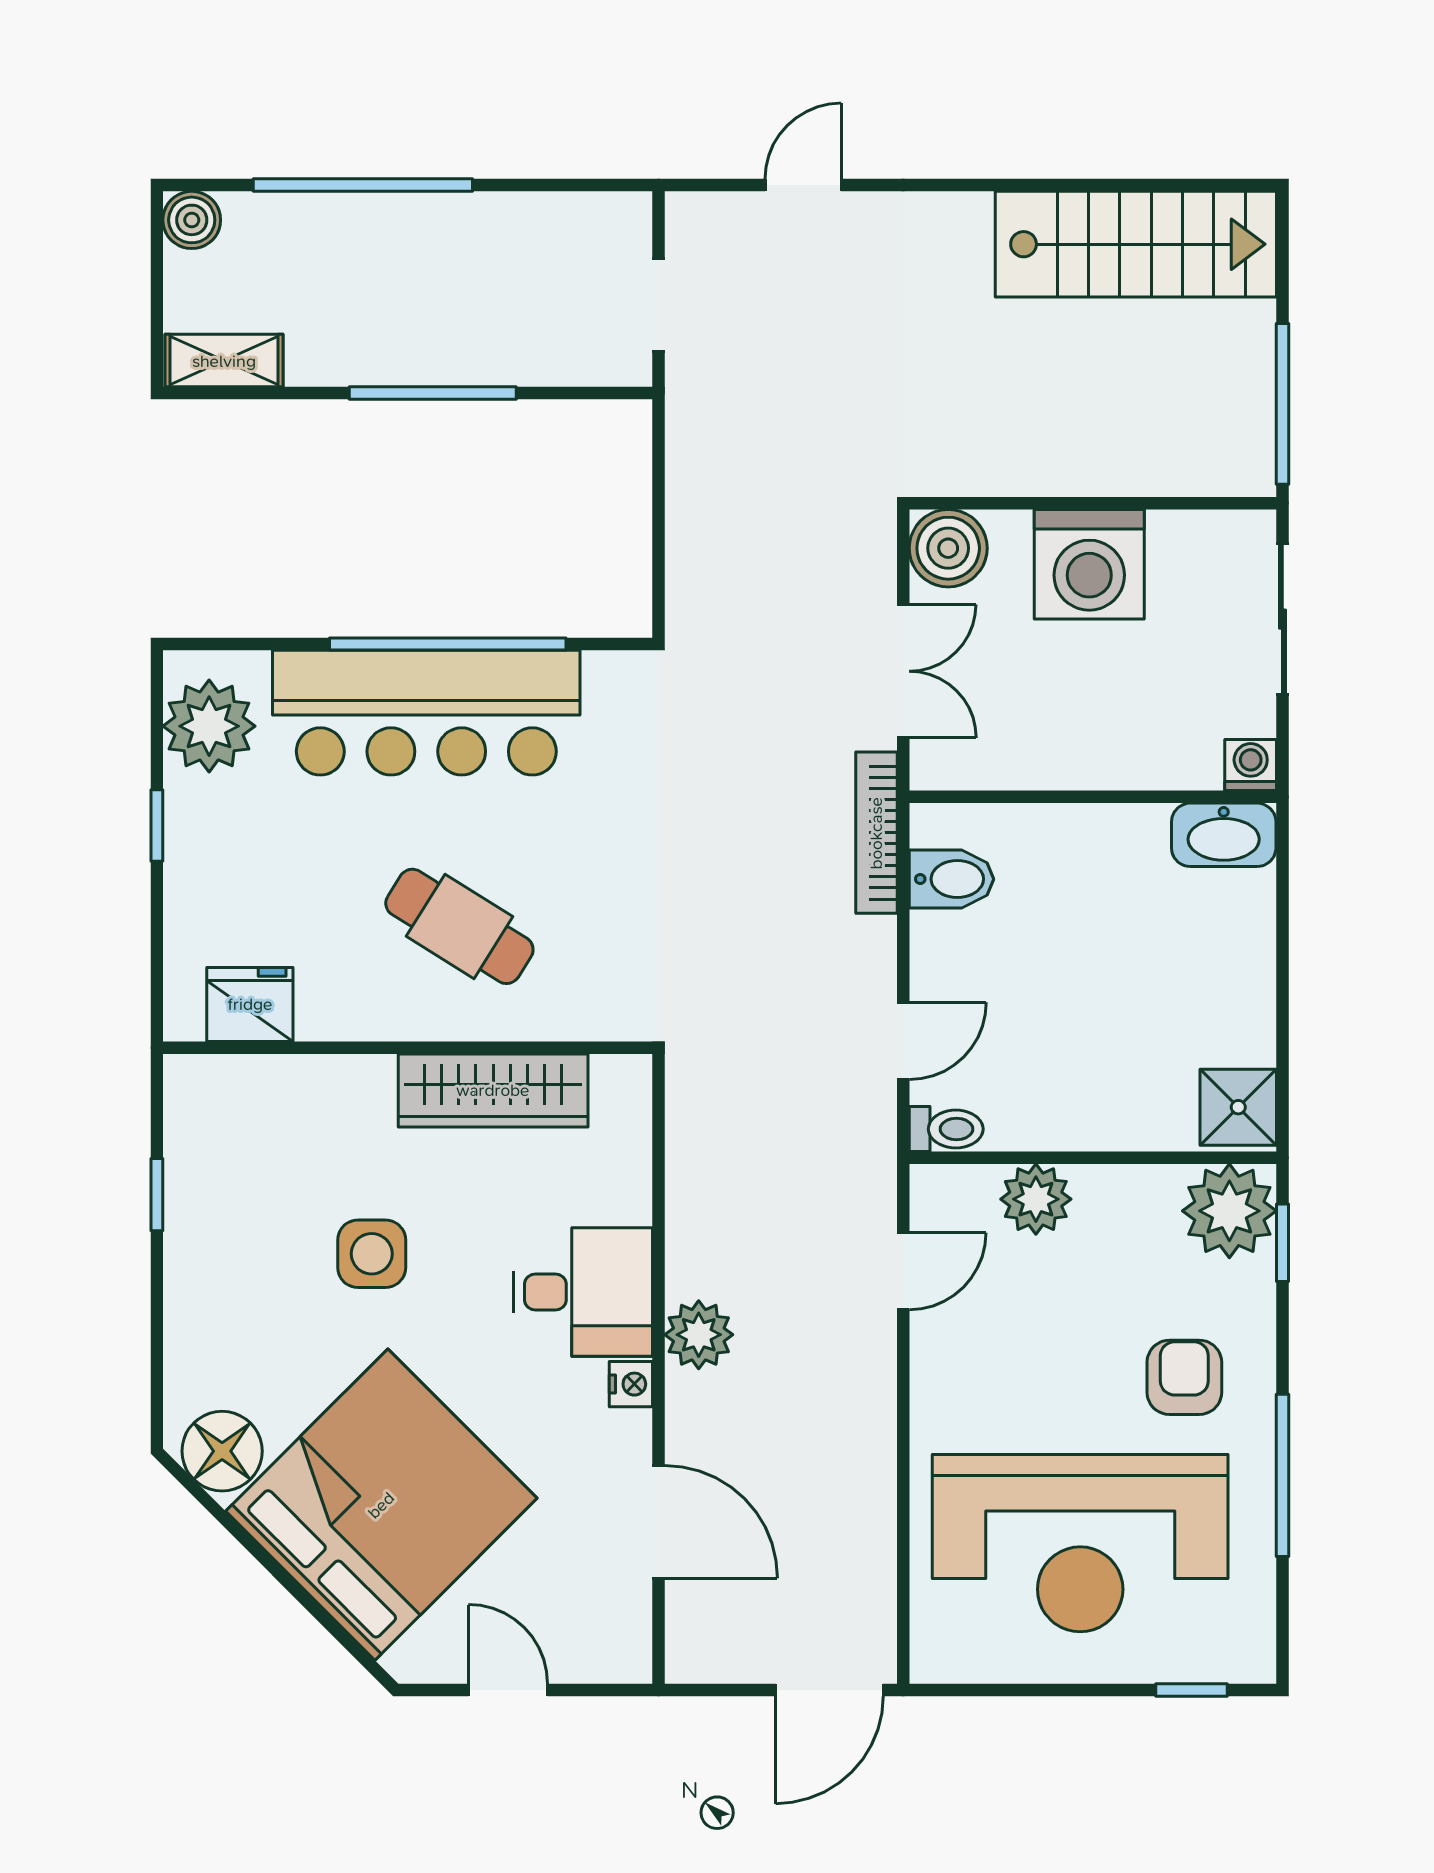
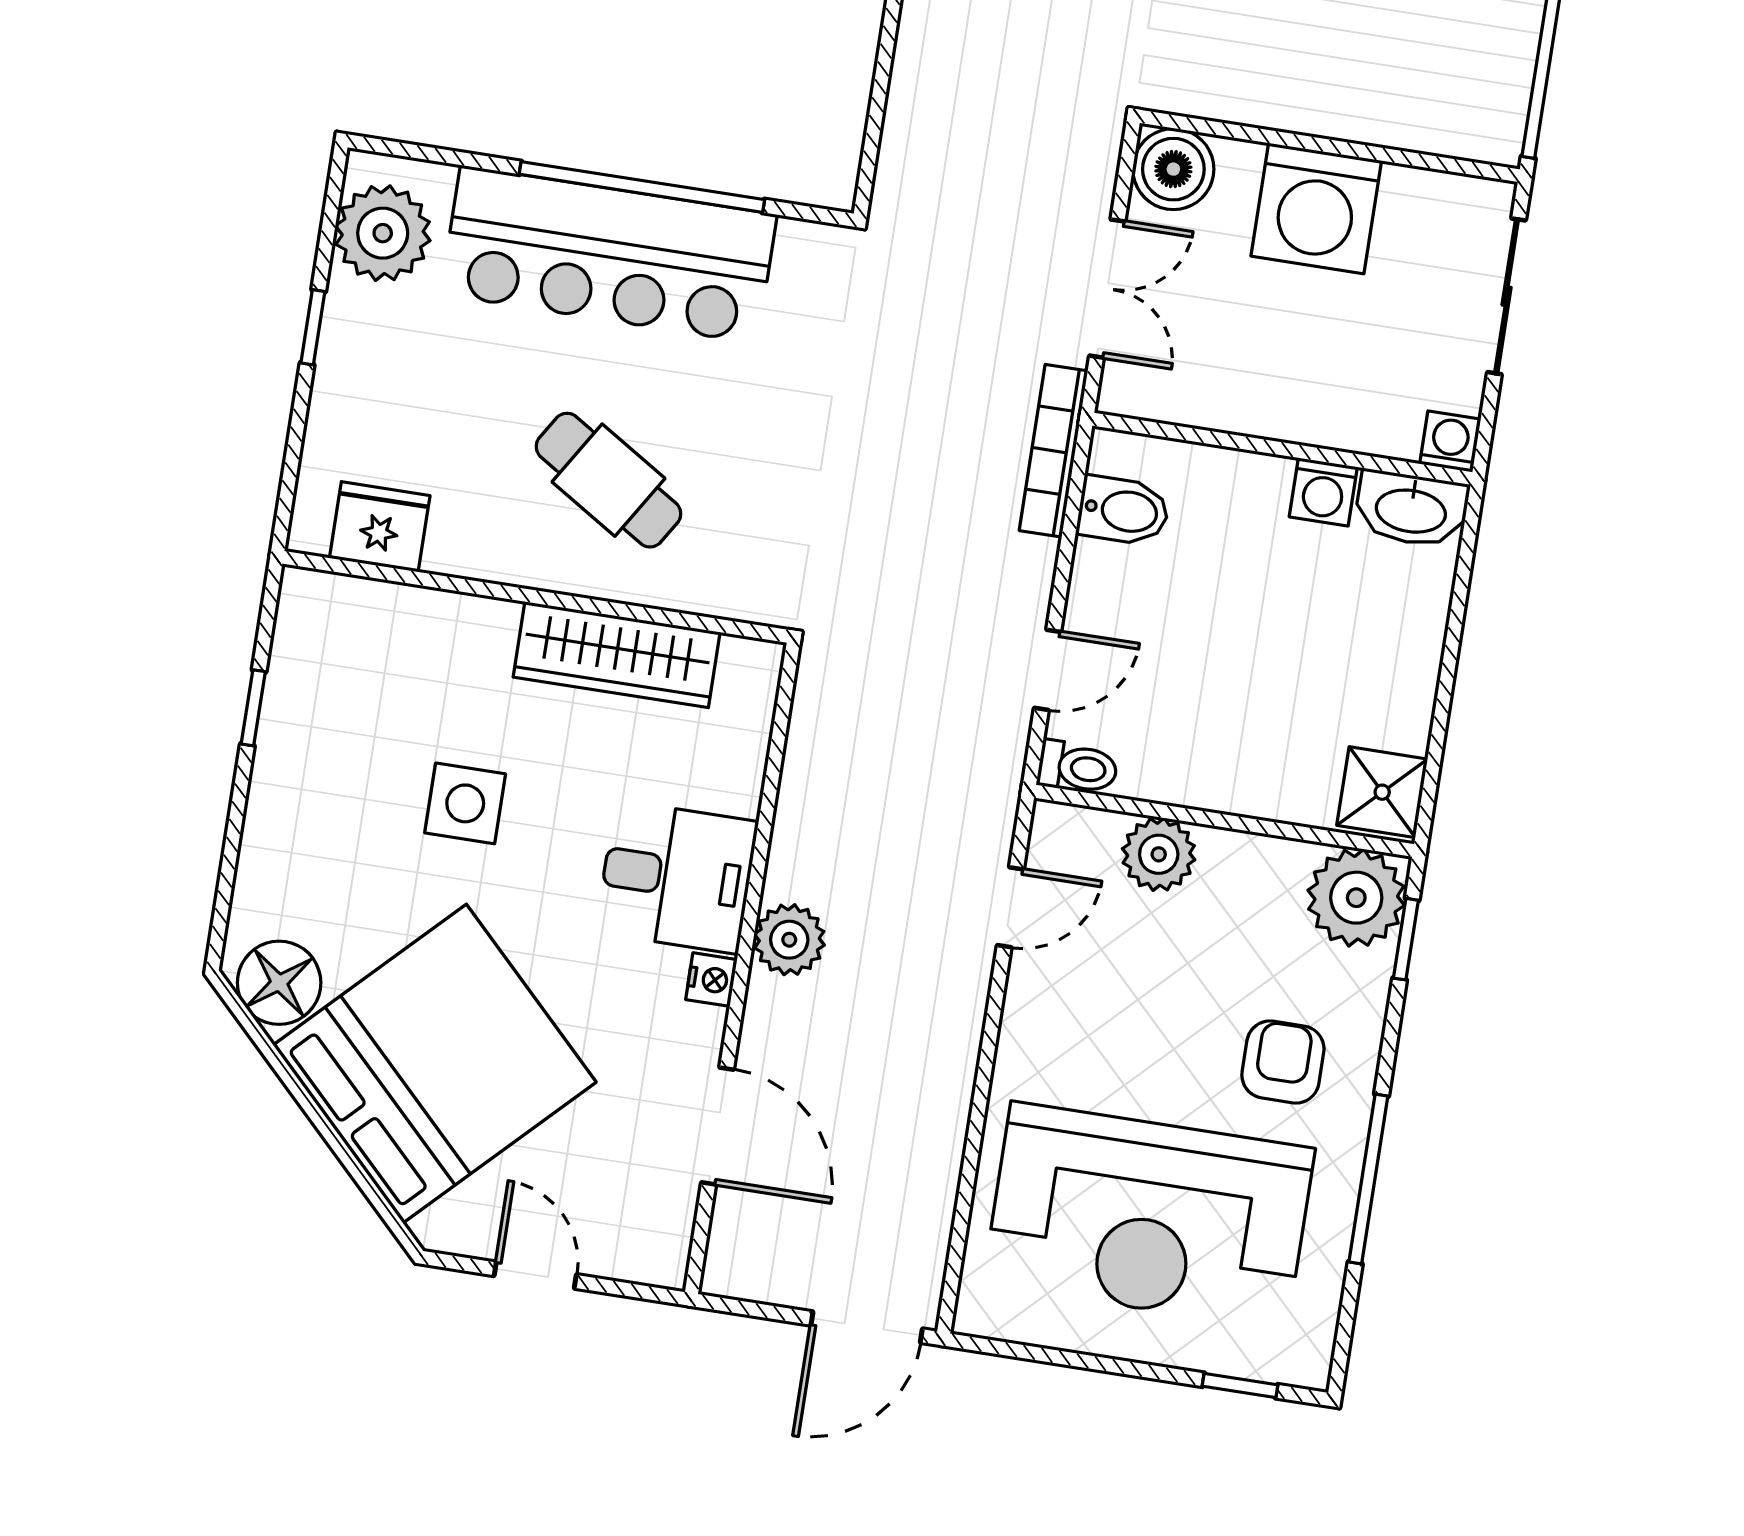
washing machine: (1138, 832) -> (1323, 492), added

